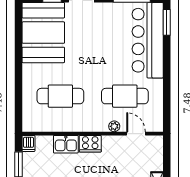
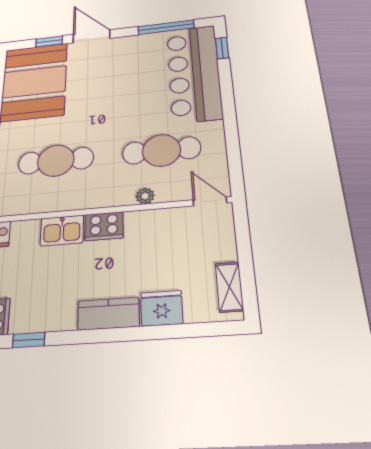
window: (167, 22) -> (222, 48), width x0.67
door: (136, 134) -> (210, 201), moved

